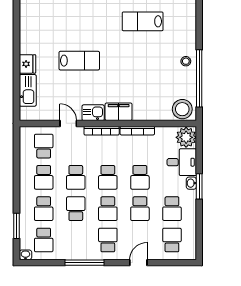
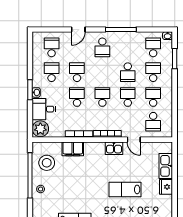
stool: (182, 109) -> (47, 163), moved
filing cabinet: (119, 112) -> (73, 149), moved
school desk: (108, 209) -> (102, 72), removed
school desk: (172, 240) -> (52, 47), turned 180

